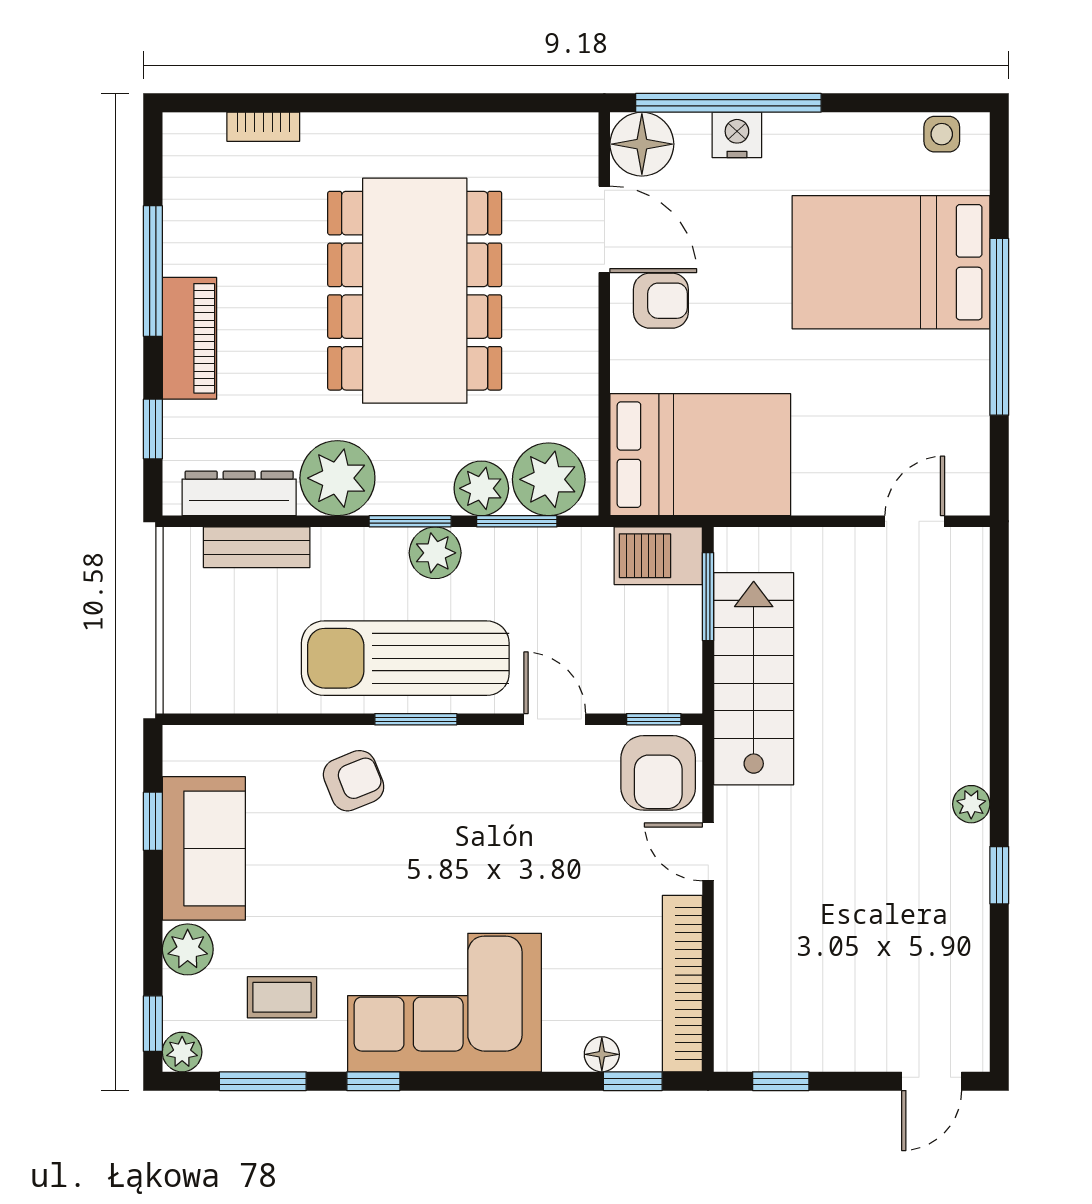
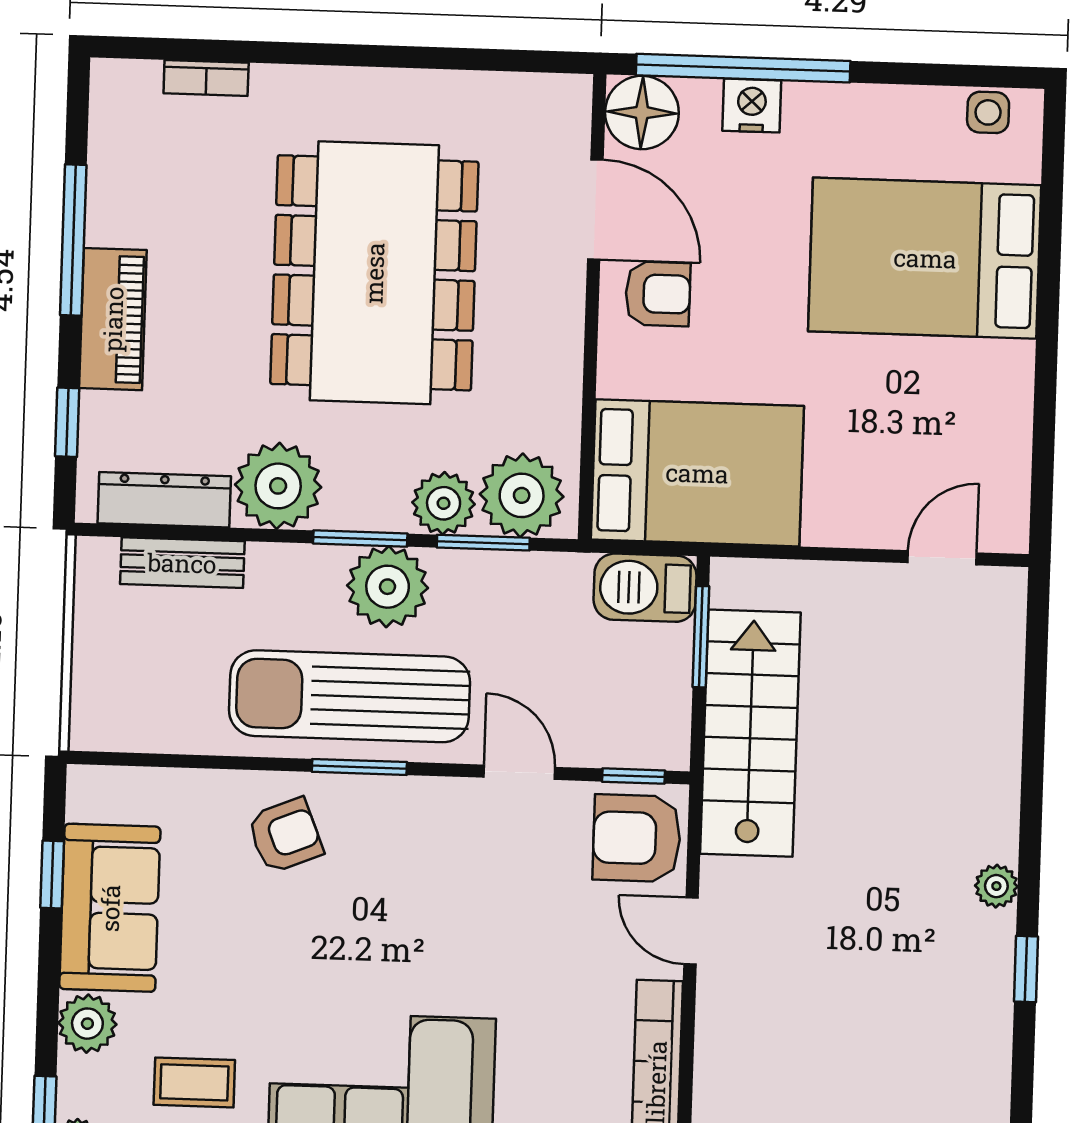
window: (999, 327) -> (1047, 337), removed
plant: (435, 553) -> (388, 587), width x1.36, depth x1.36
armchair: (658, 773) -> (637, 838), turned 90

